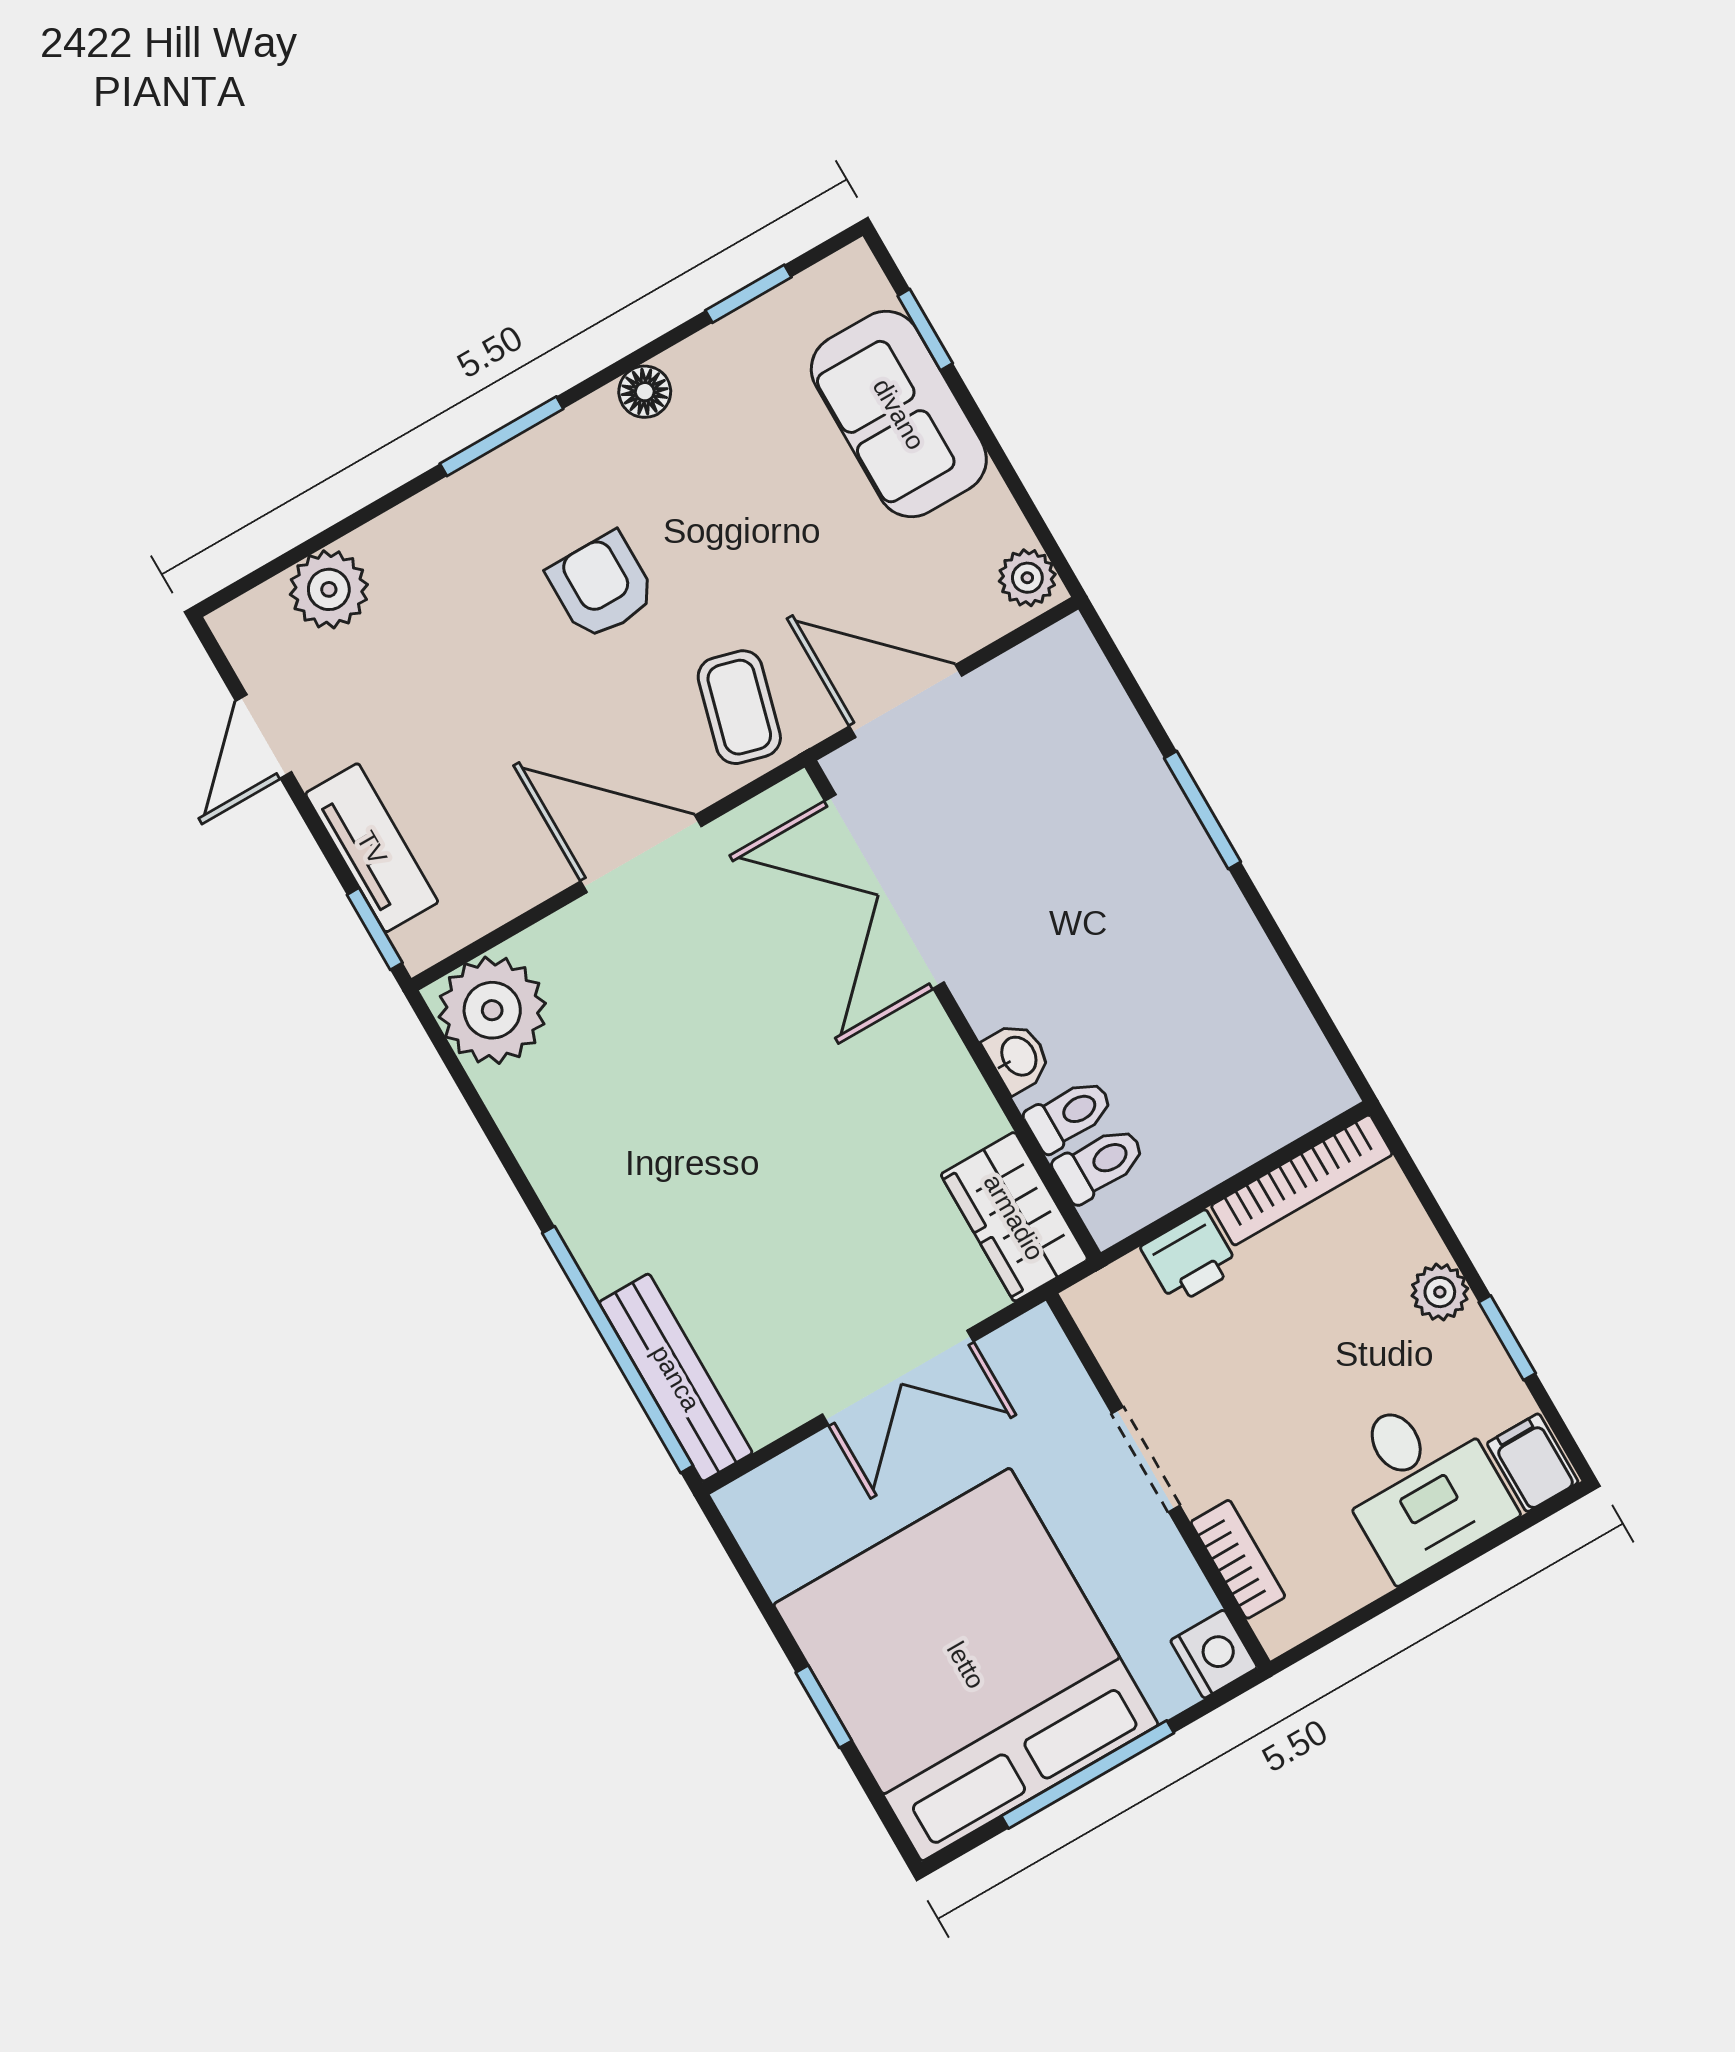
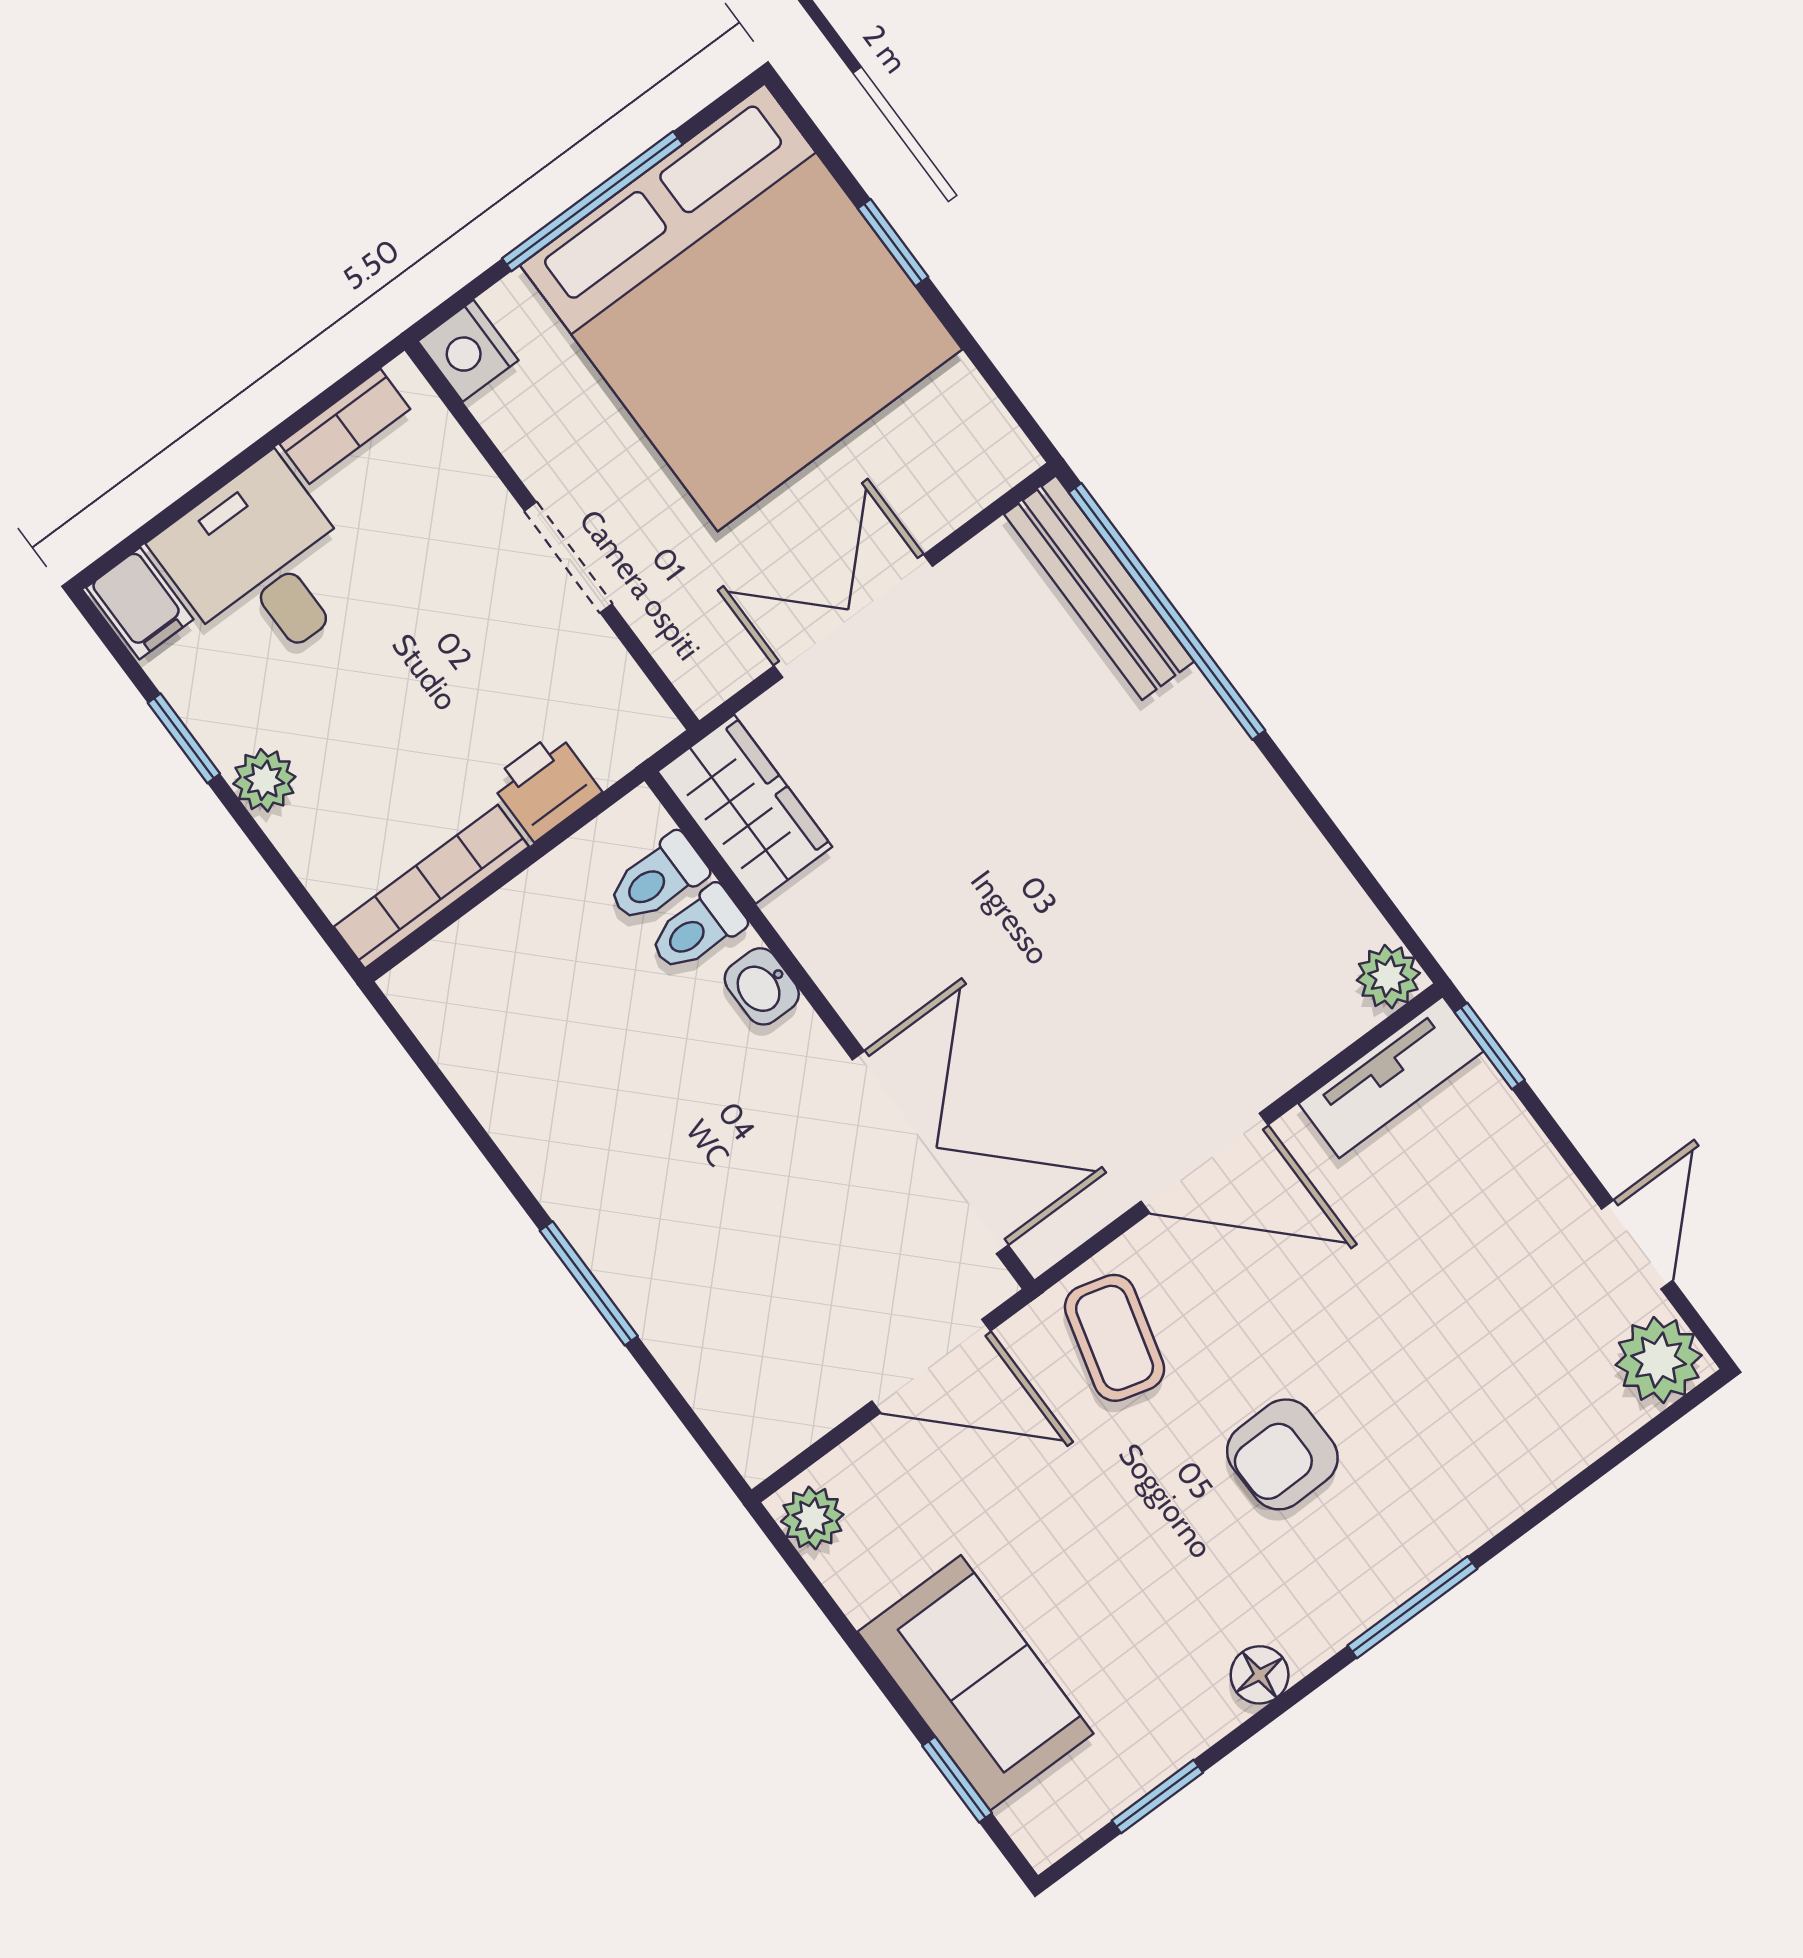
armchair: (602, 586) -> (1282, 1454), turned 89
plant: (329, 589) -> (1659, 1360), moved
tv unit: (372, 848) -> (1391, 1077), moved, turned -90
plant: (492, 1010) -> (1388, 977), width x0.53, depth x0.53
bookcase: (1238, 1559) -> (345, 426), moved, turned -90

